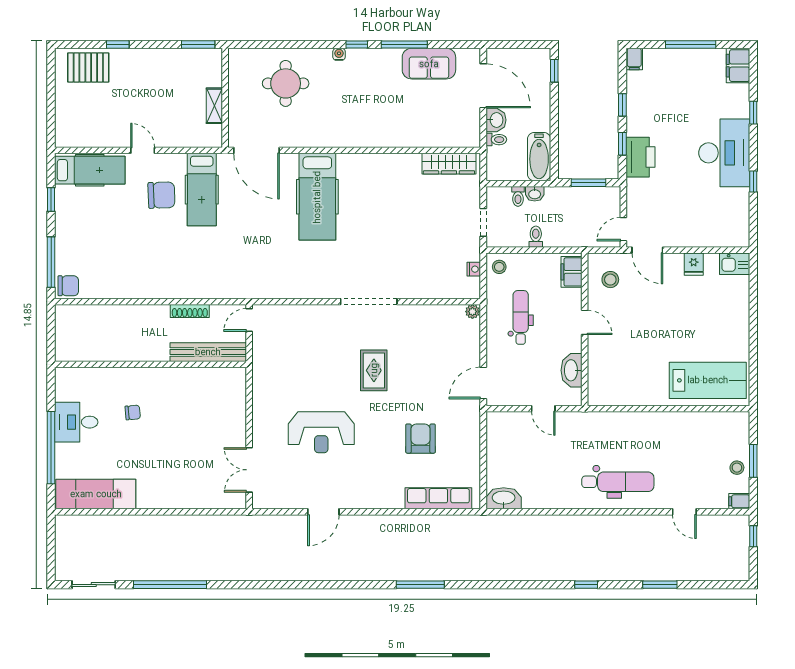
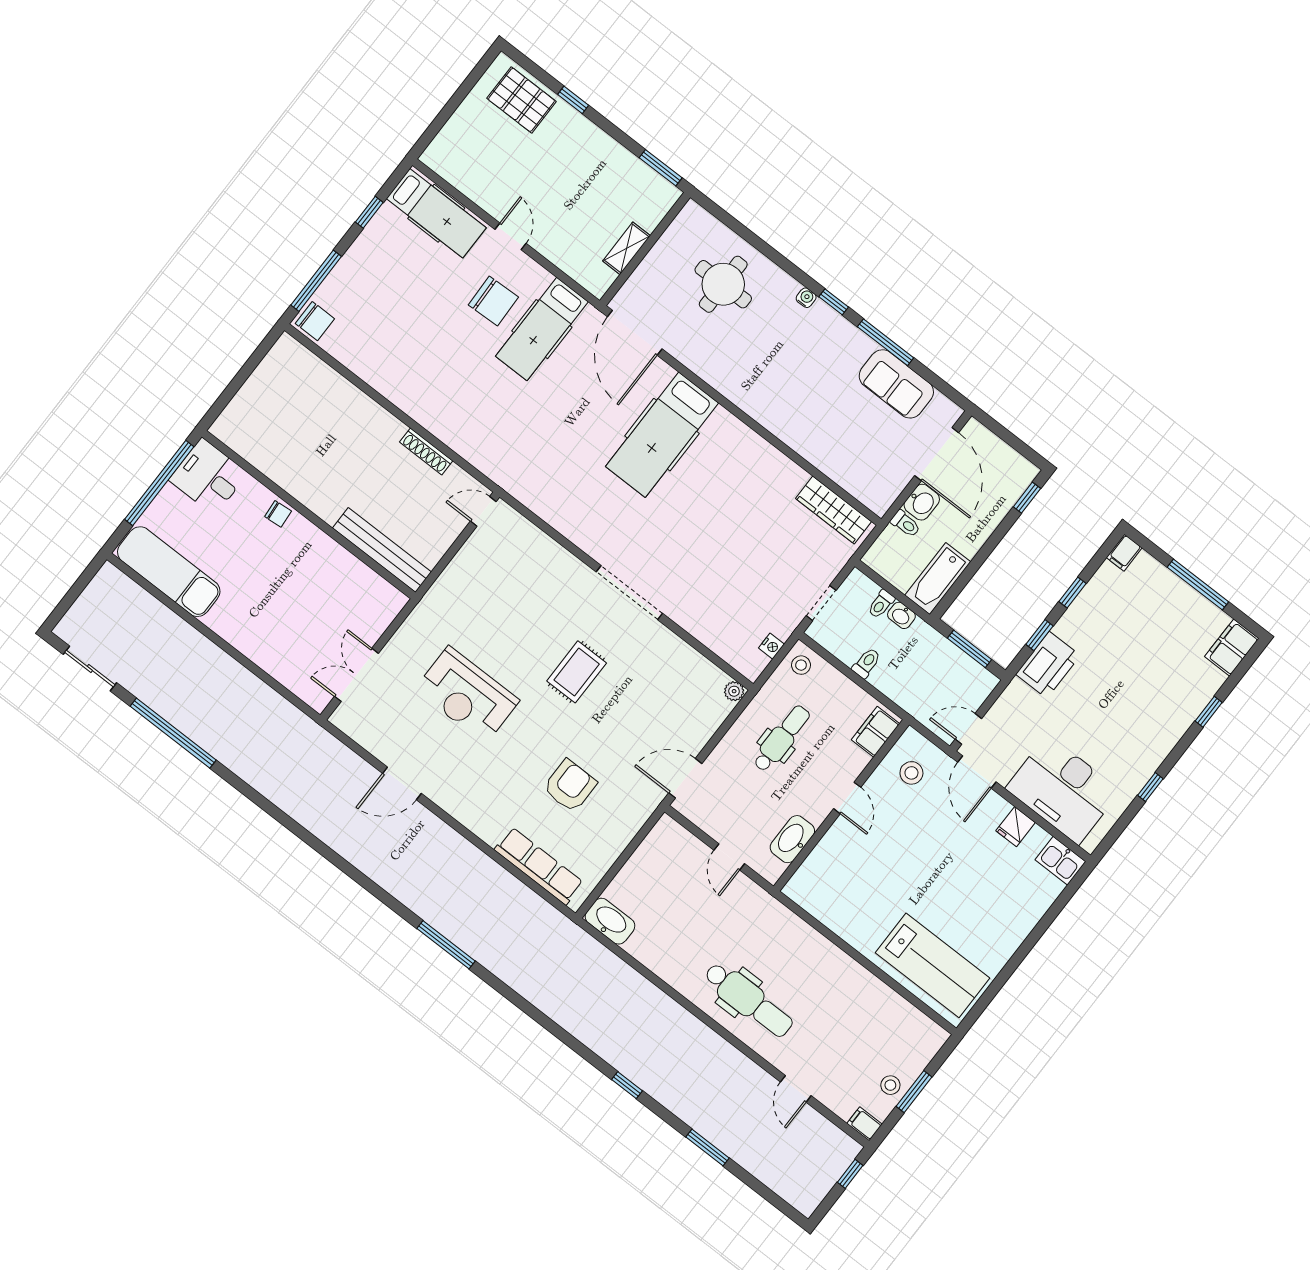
desk: (724, 153) -> (1063, 790), moved, turned 90
bench: (208, 352) -> (382, 550), moved
wall: (151, 364) -> (309, 515), moved

